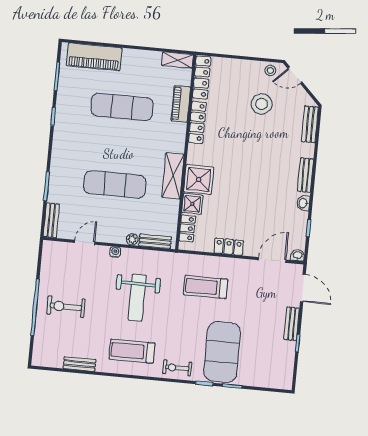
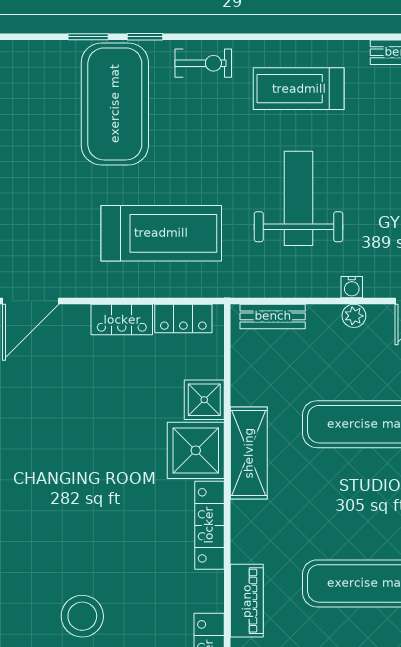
locker: (197, 122) -> (209, 525), moved
locker: (187, 228) -> (183, 318), moved, turned -90
plant: (132, 239) -> (354, 316), moved
treadmill: (206, 287) -> (161, 233), width x1.37, depth x1.38
treadmill: (132, 351) -> (299, 89), turned 180

